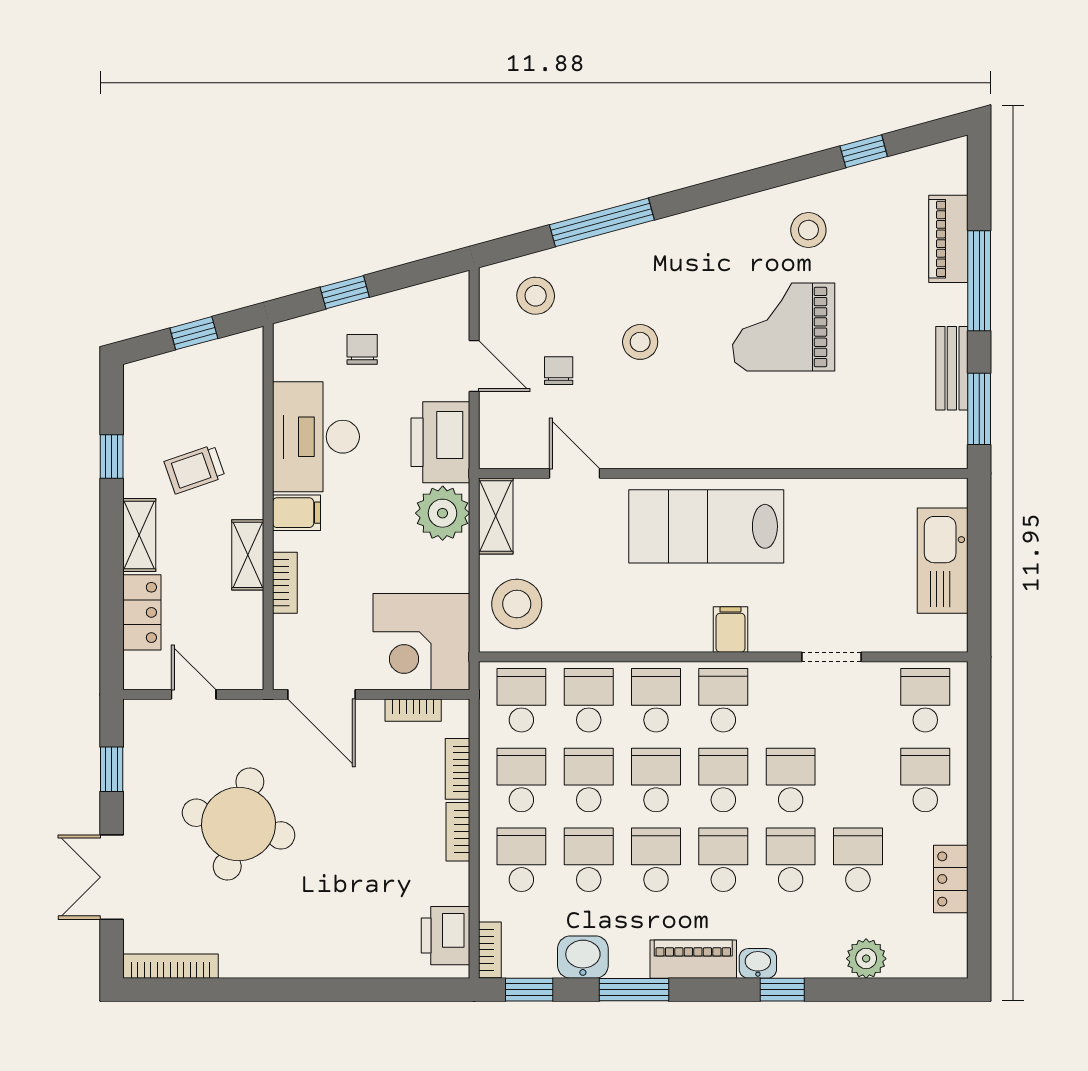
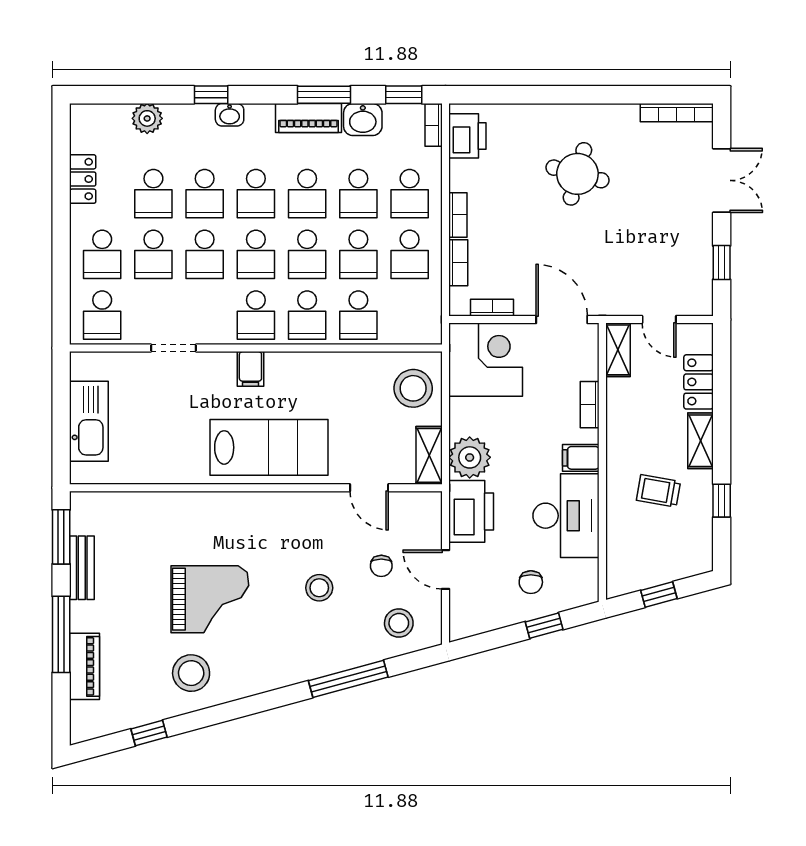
stool: (808, 230) -> (191, 673), width x1.38, depth x1.38
trolley: (195, 469) -> (658, 491), turned -151
shelving: (248, 555) -> (618, 350), moved
school desk: (521, 700) -> (153, 254), moved
round table: (239, 824) -> (577, 174), moved, width x0.73, depth x0.73
piano: (693, 959) -> (309, 118), moved

